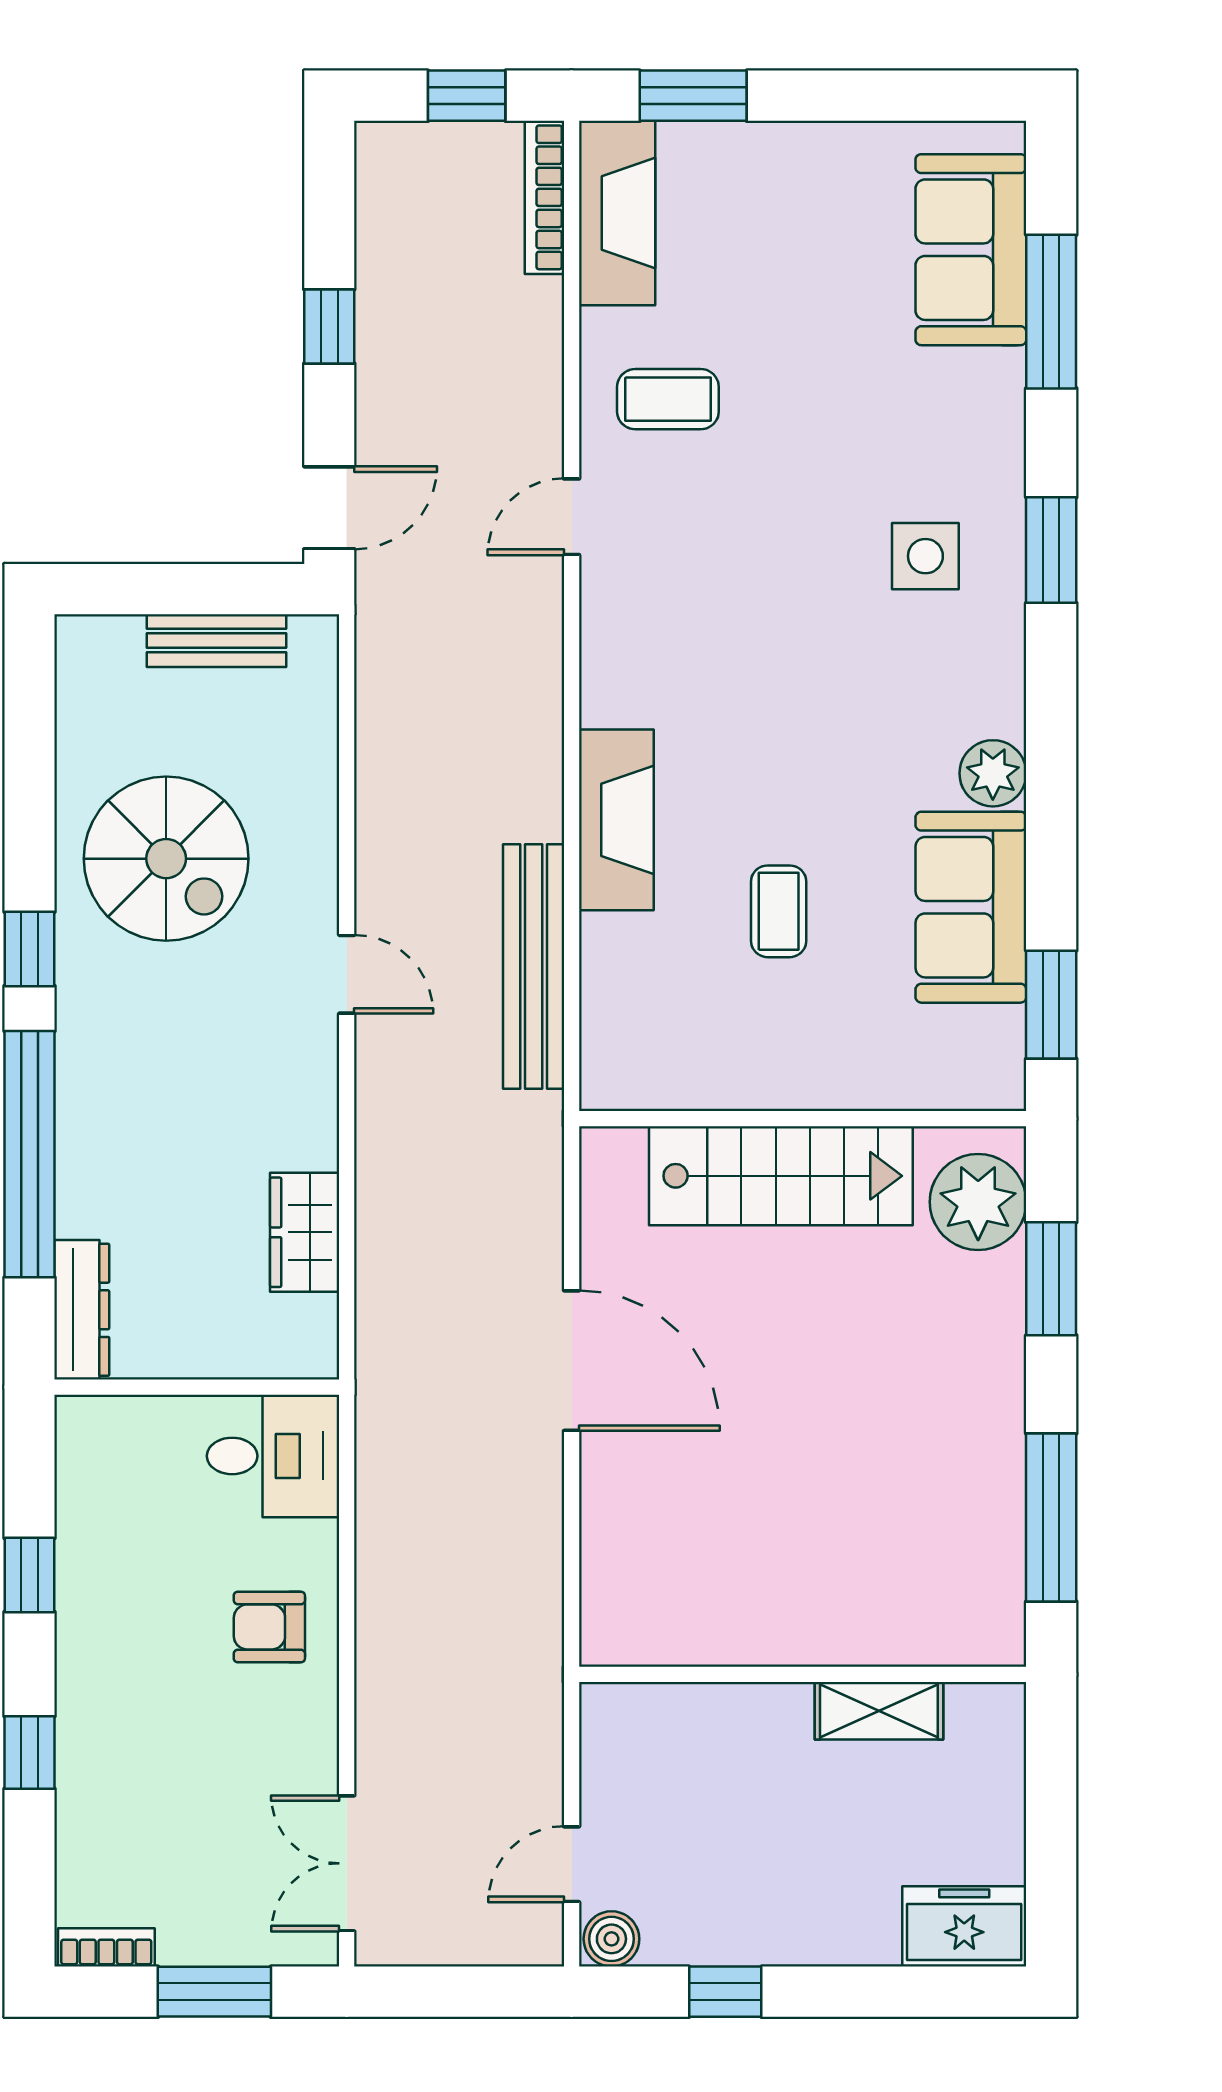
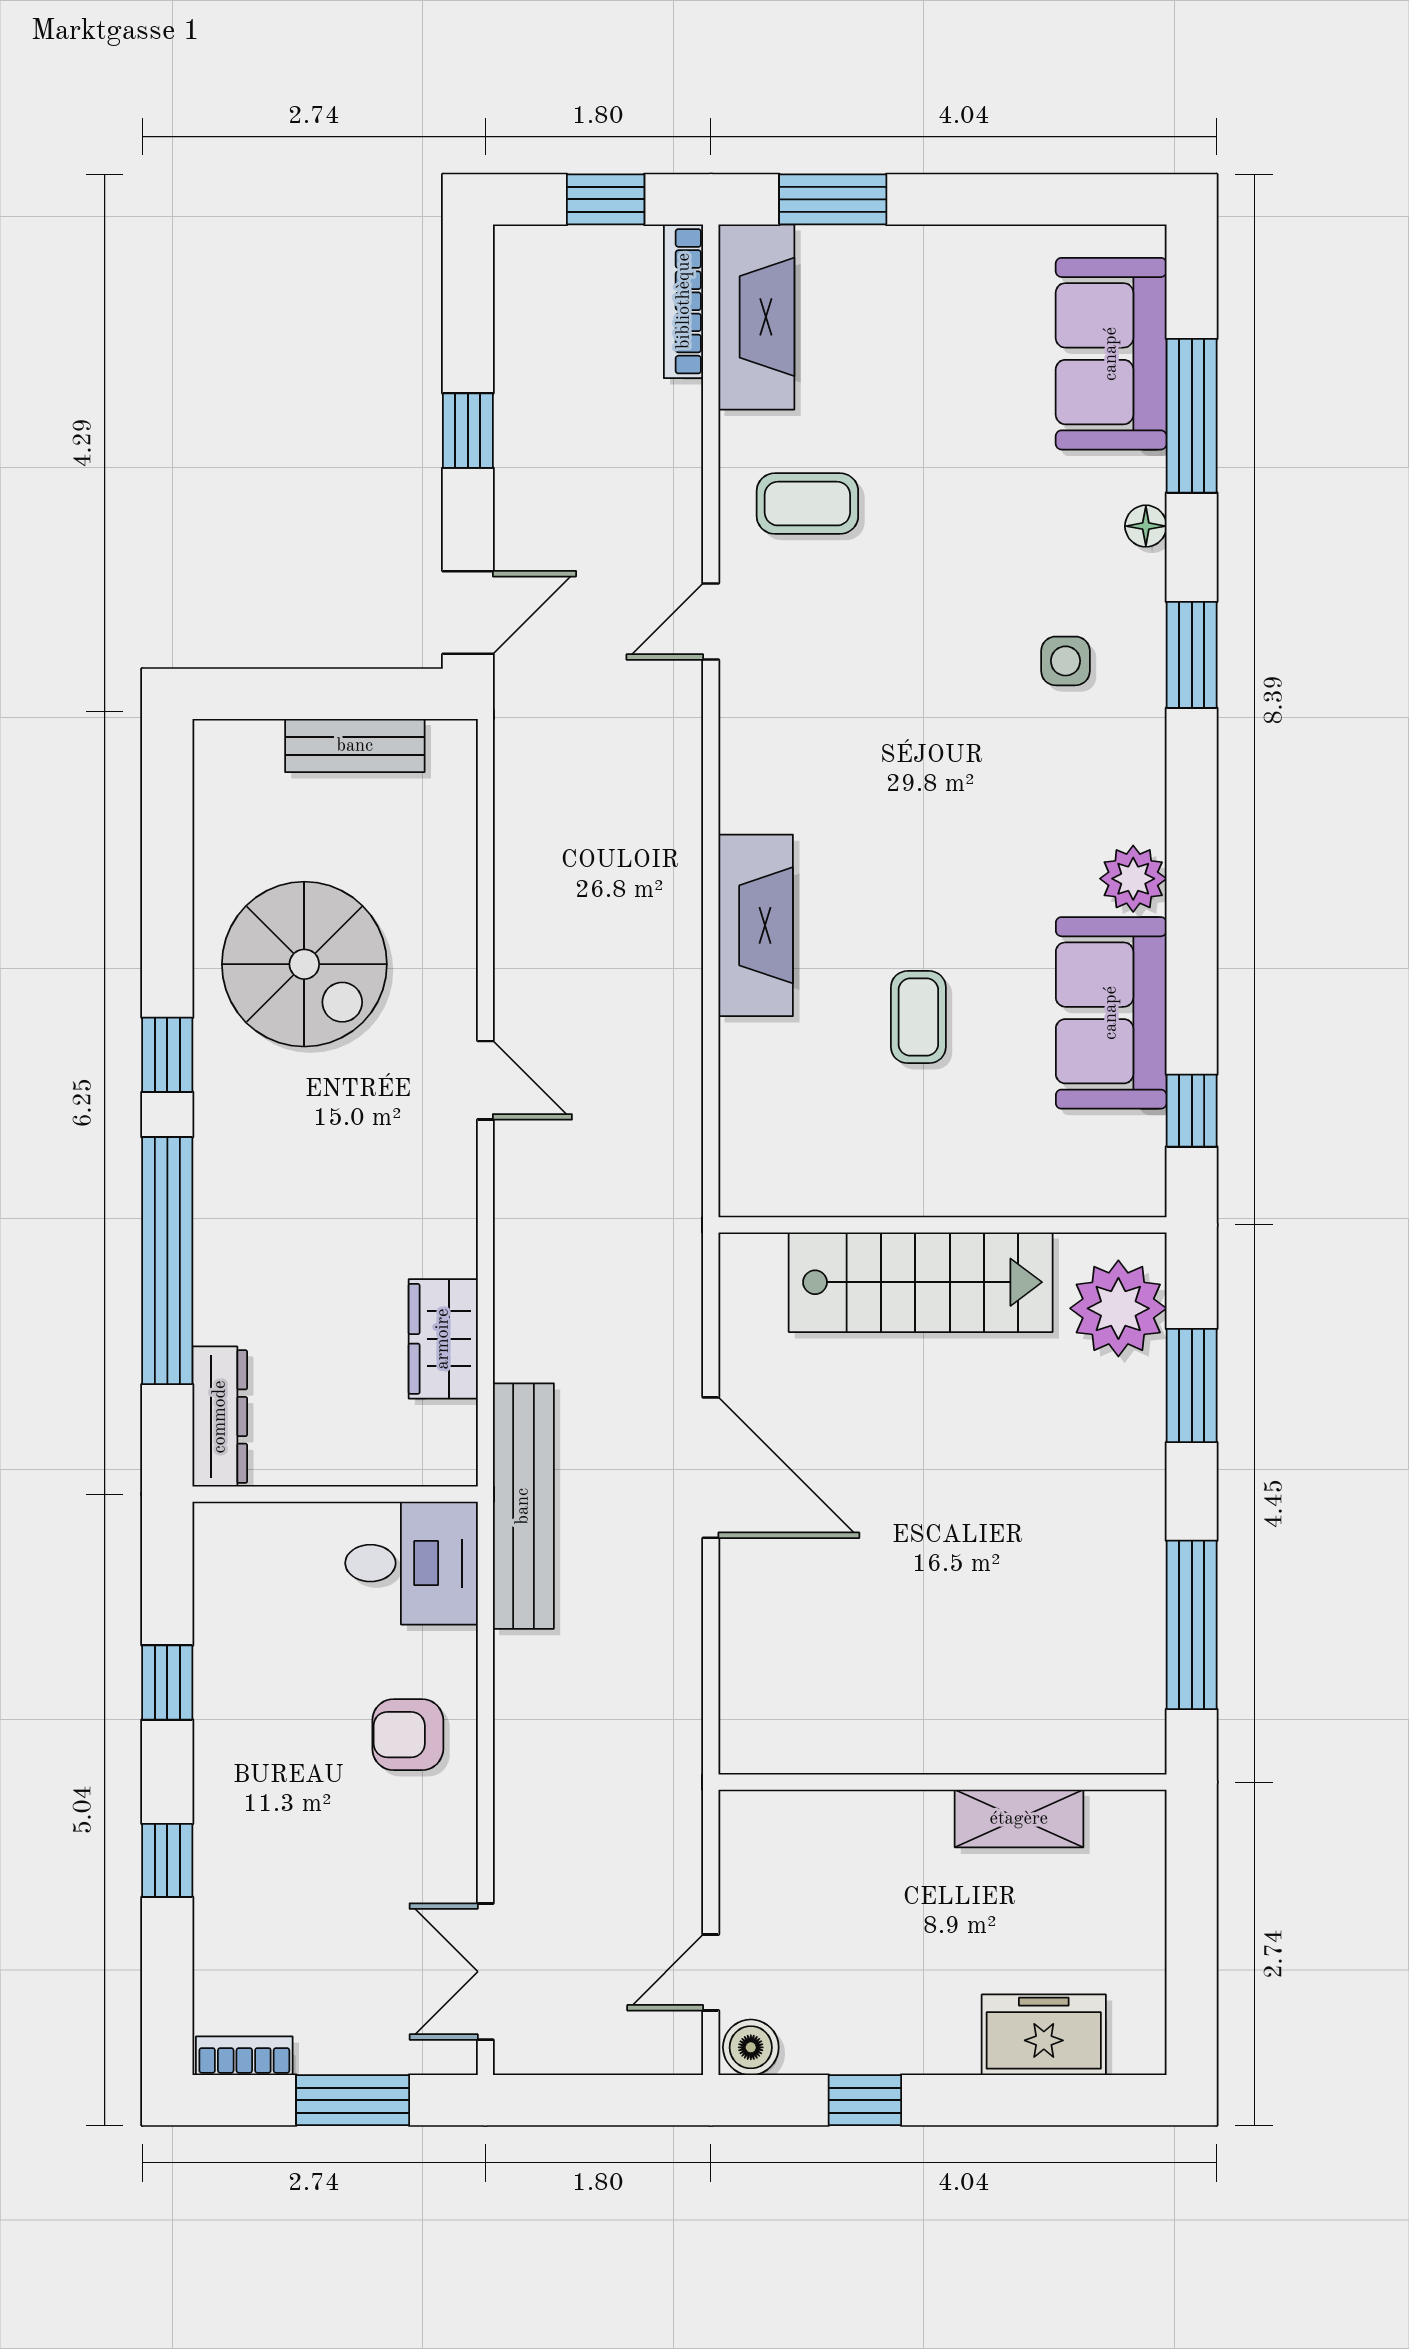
floor lamp: (1005, 422) -> (1146, 526), added
side table: (925, 556) -> (1066, 661), width x0.73, depth x0.73
bench: (534, 966) -> (523, 1506), moved
window: (1051, 1005) -> (1192, 1111), width x0.67
freezer: (964, 1926) -> (1044, 2035), moved

